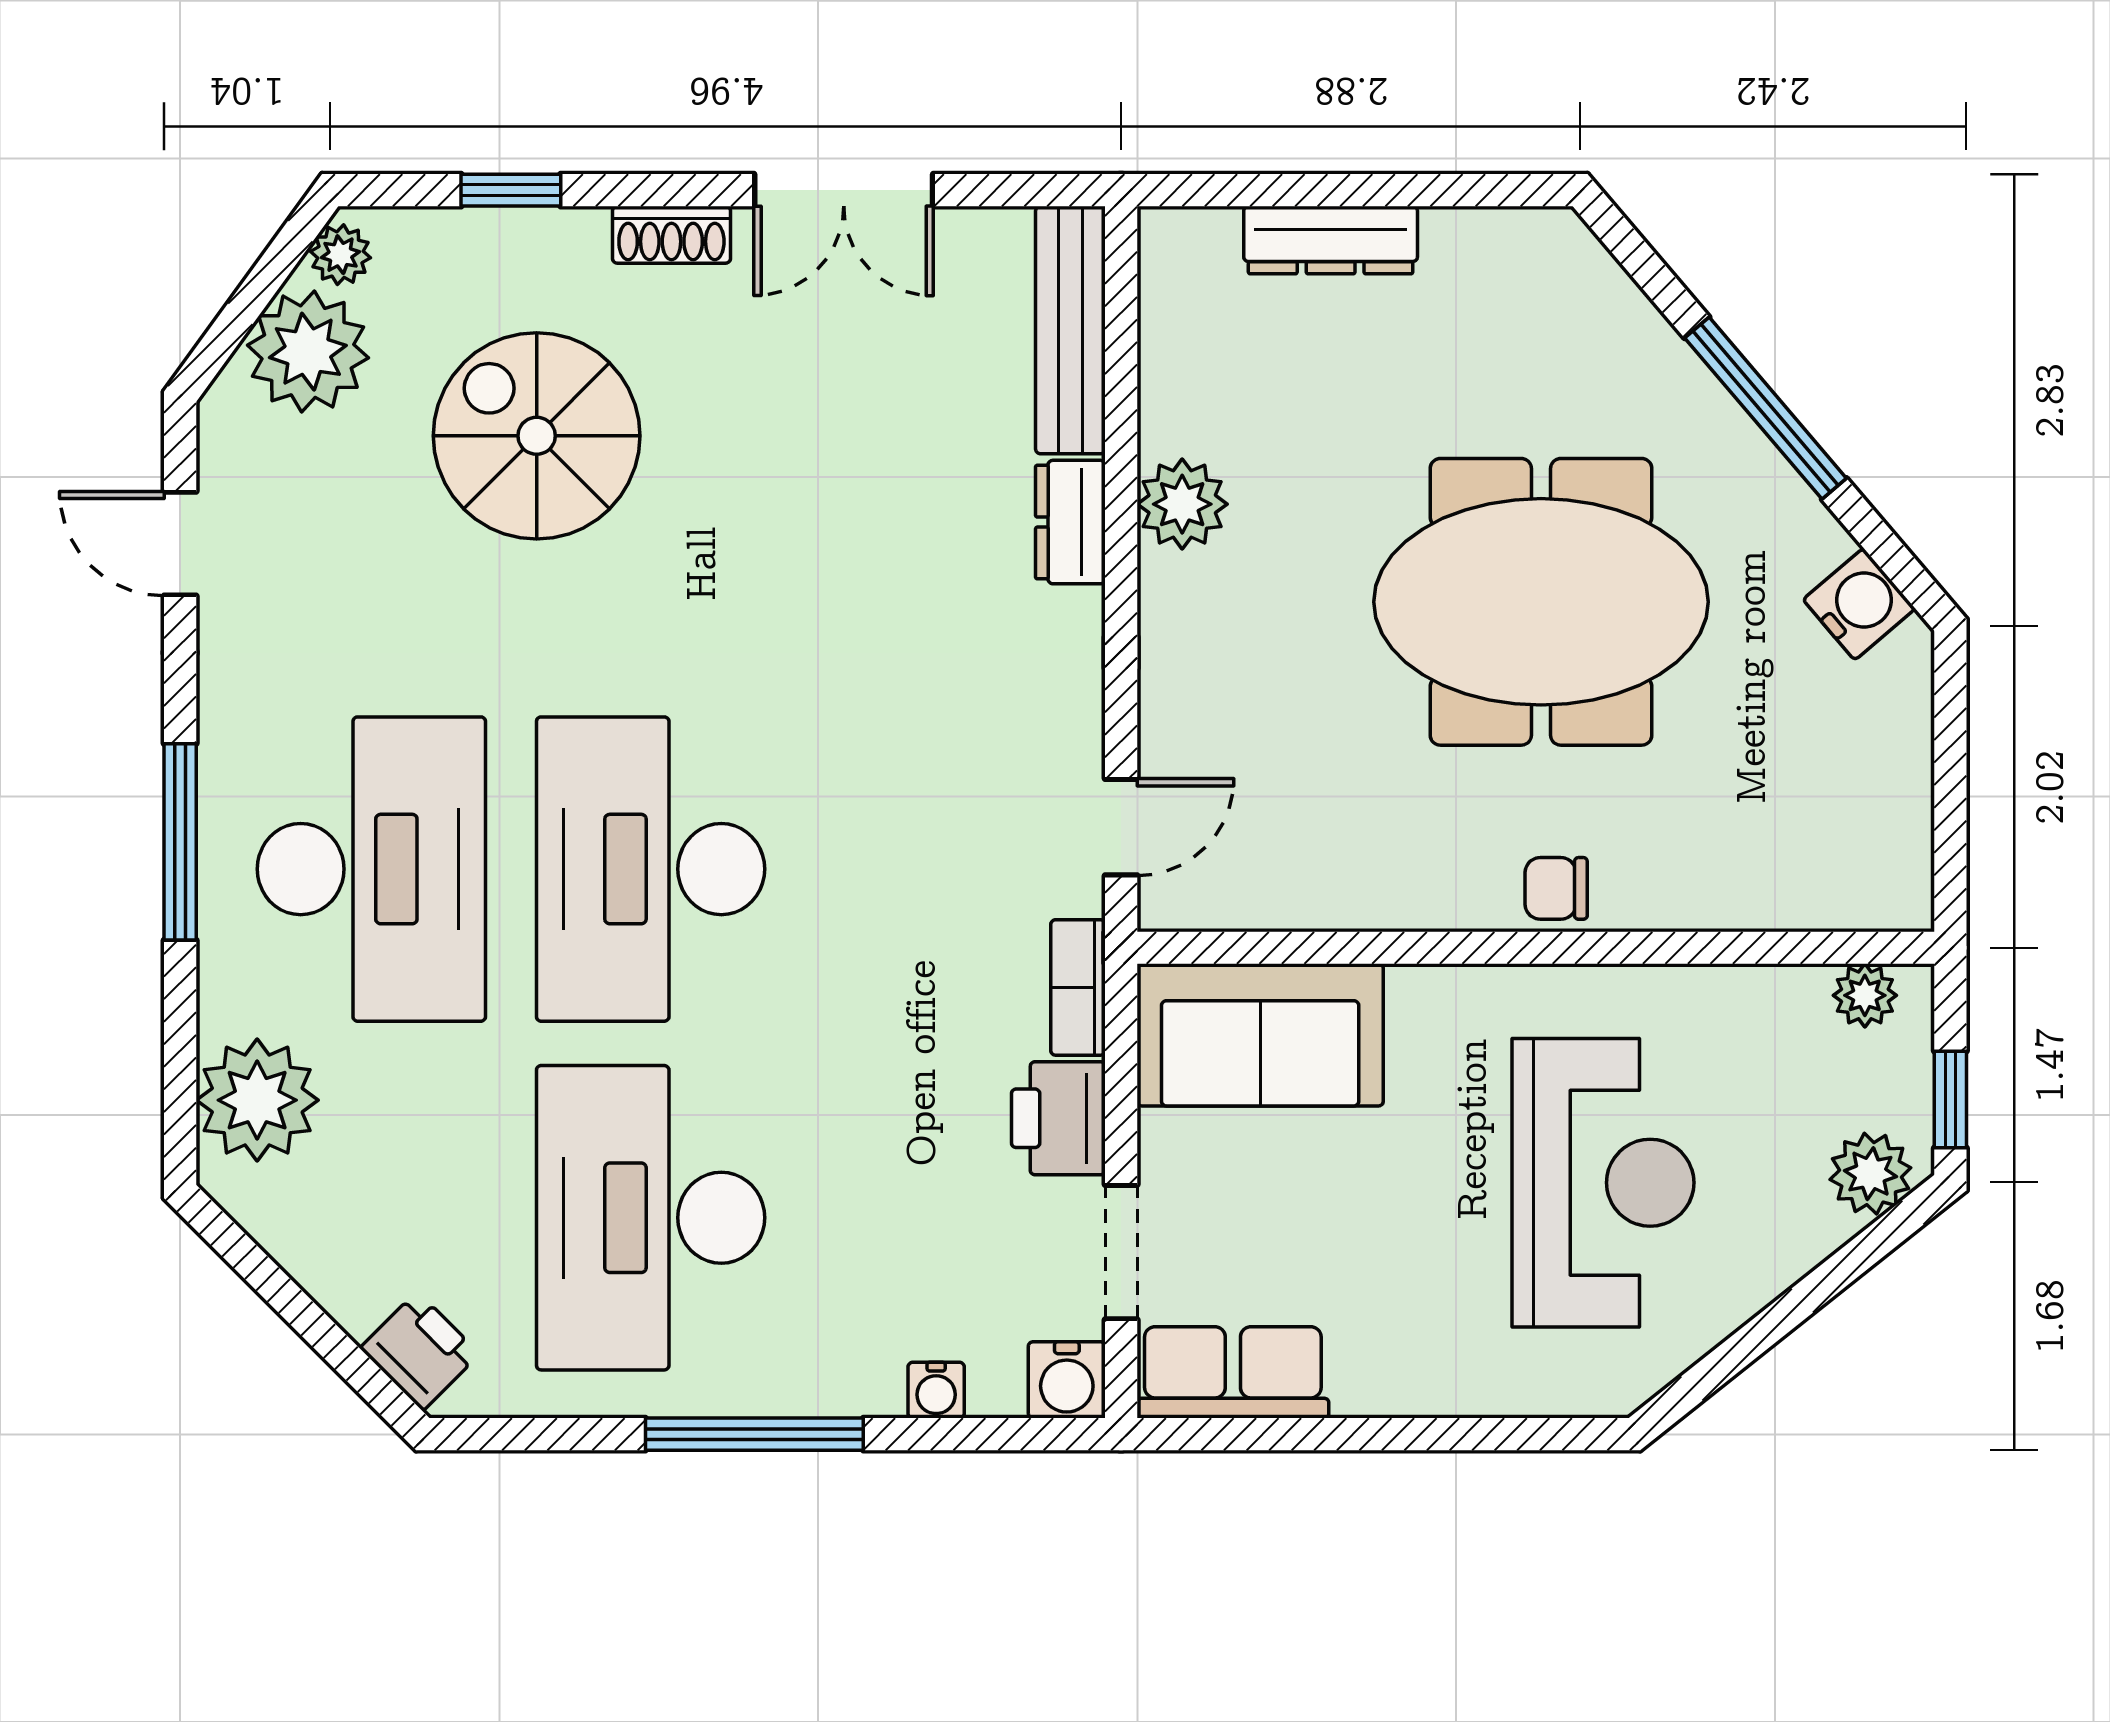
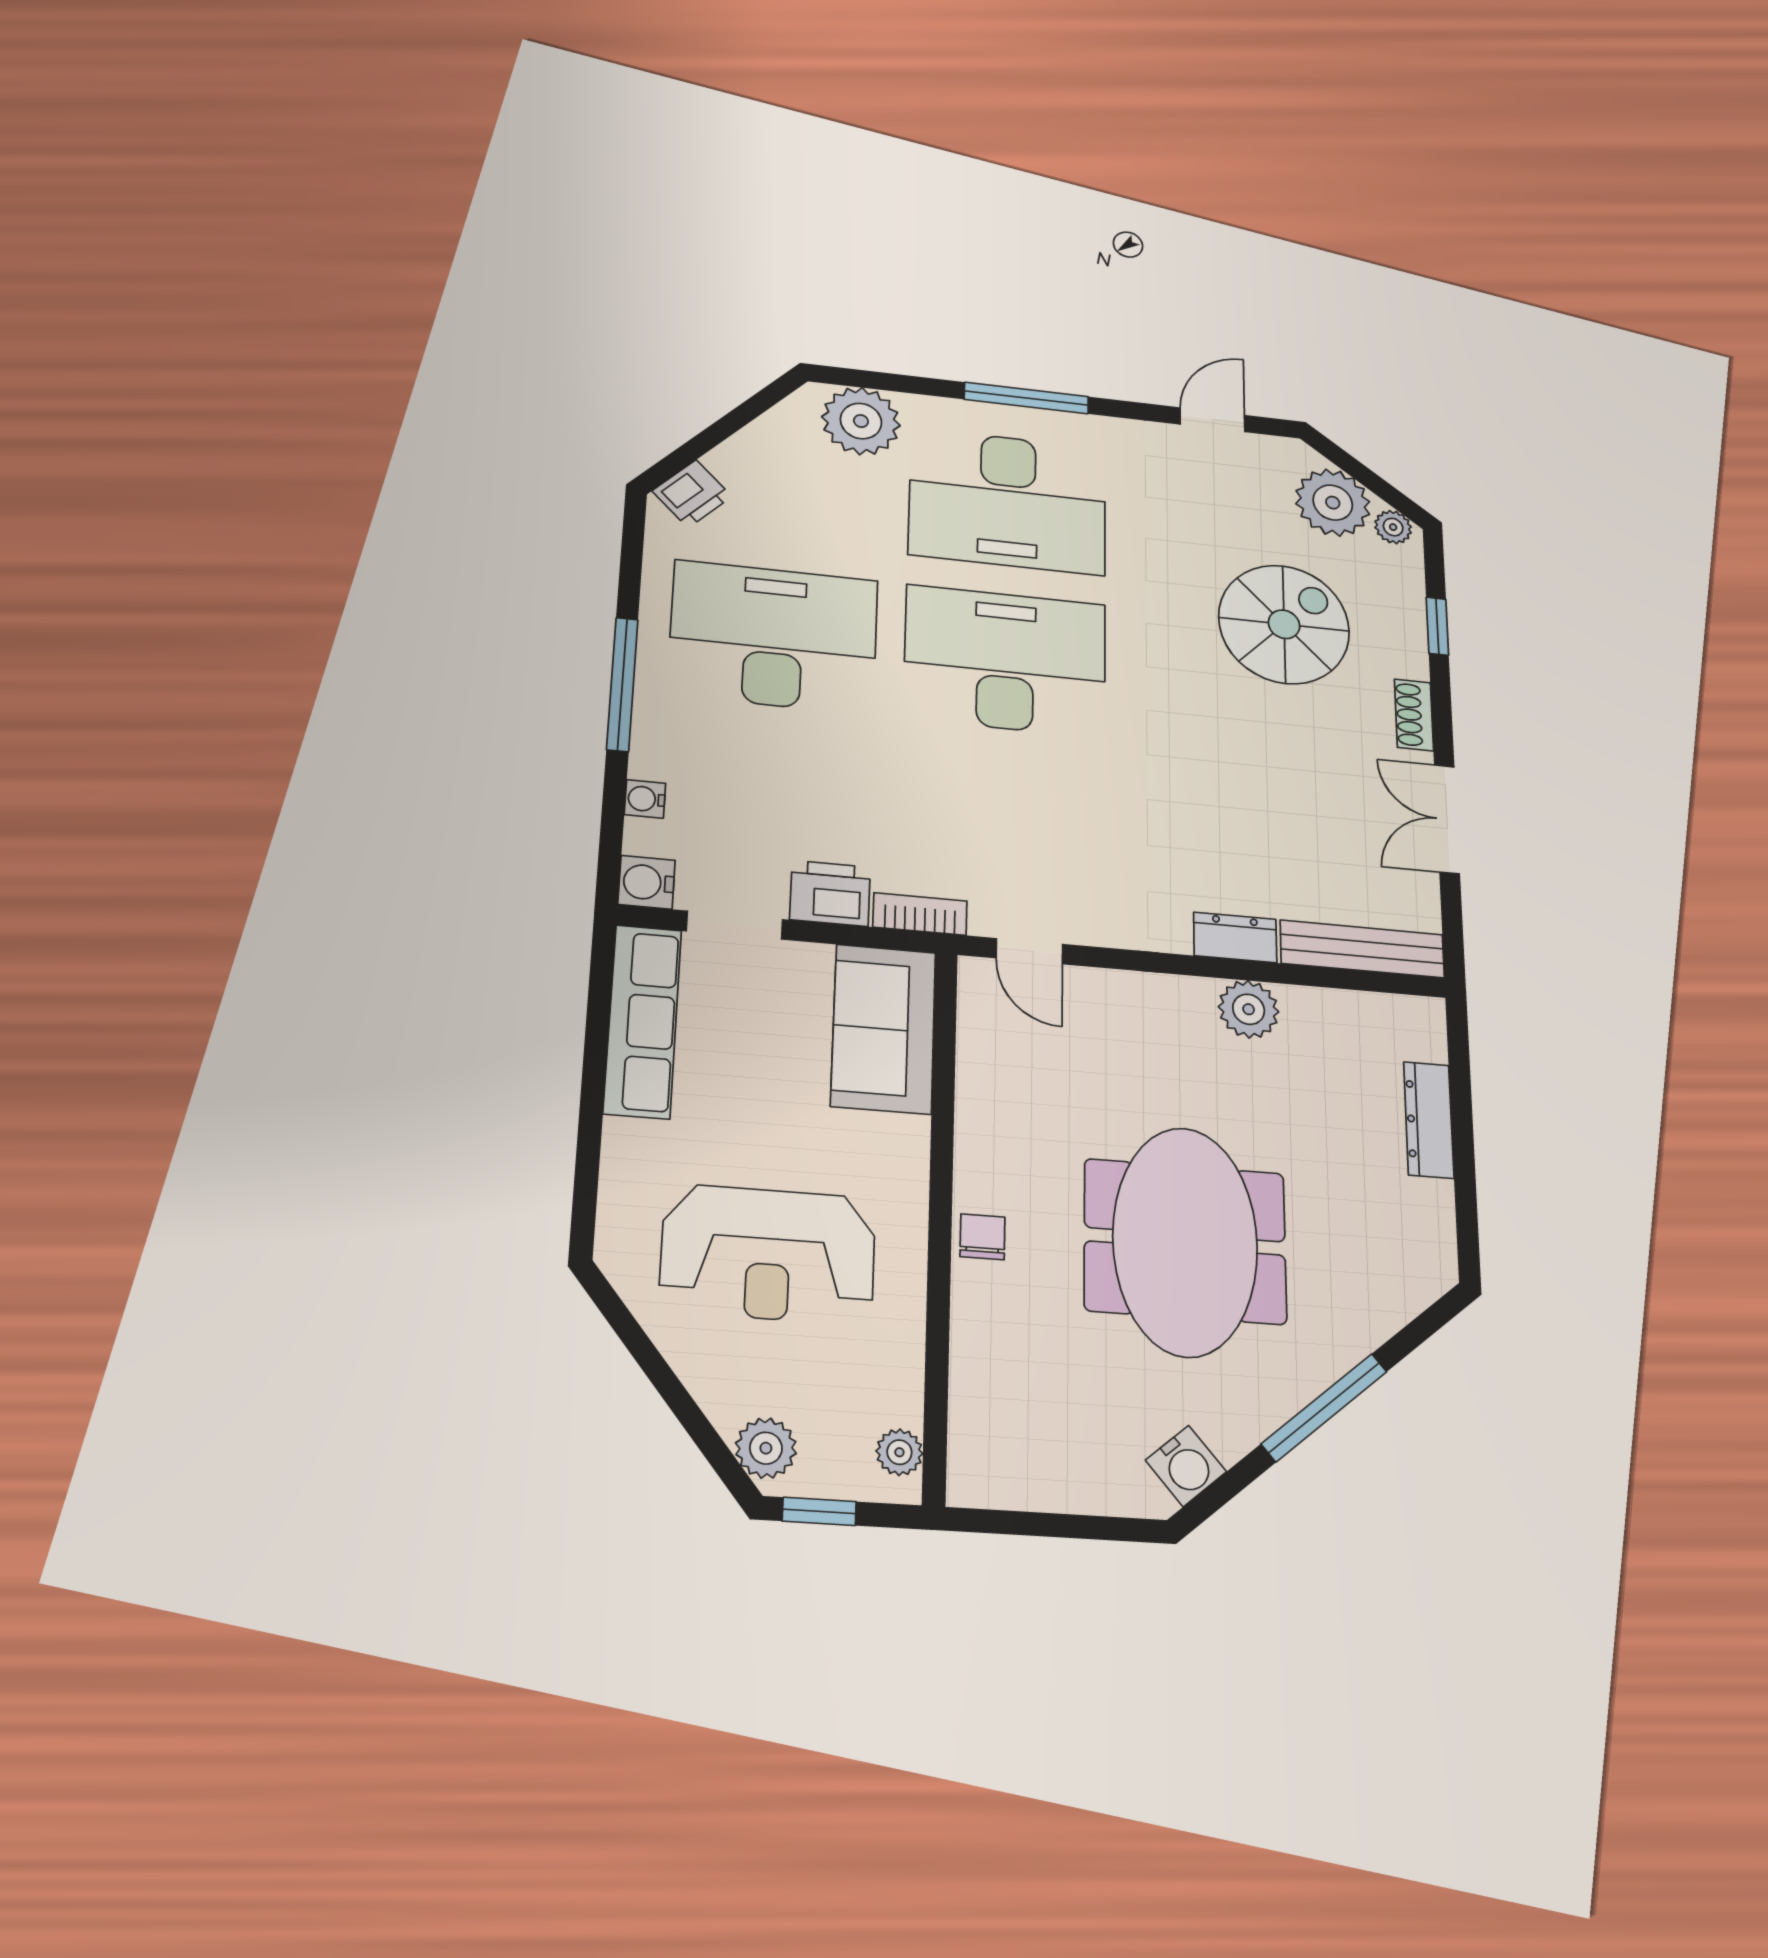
row of seats: (1233, 1372) -> (643, 1021), width x1.48

